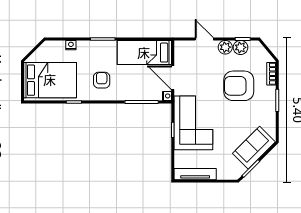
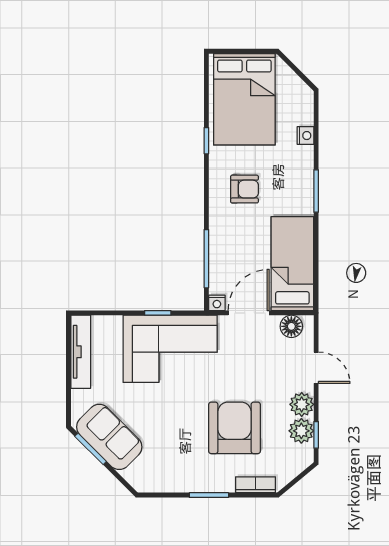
door: (204, 39) -> (316, 368), hinge flipped
floor lamp: (180, 53) -> (291, 326), added
sofa: (254, 148) -> (109, 437), moved

